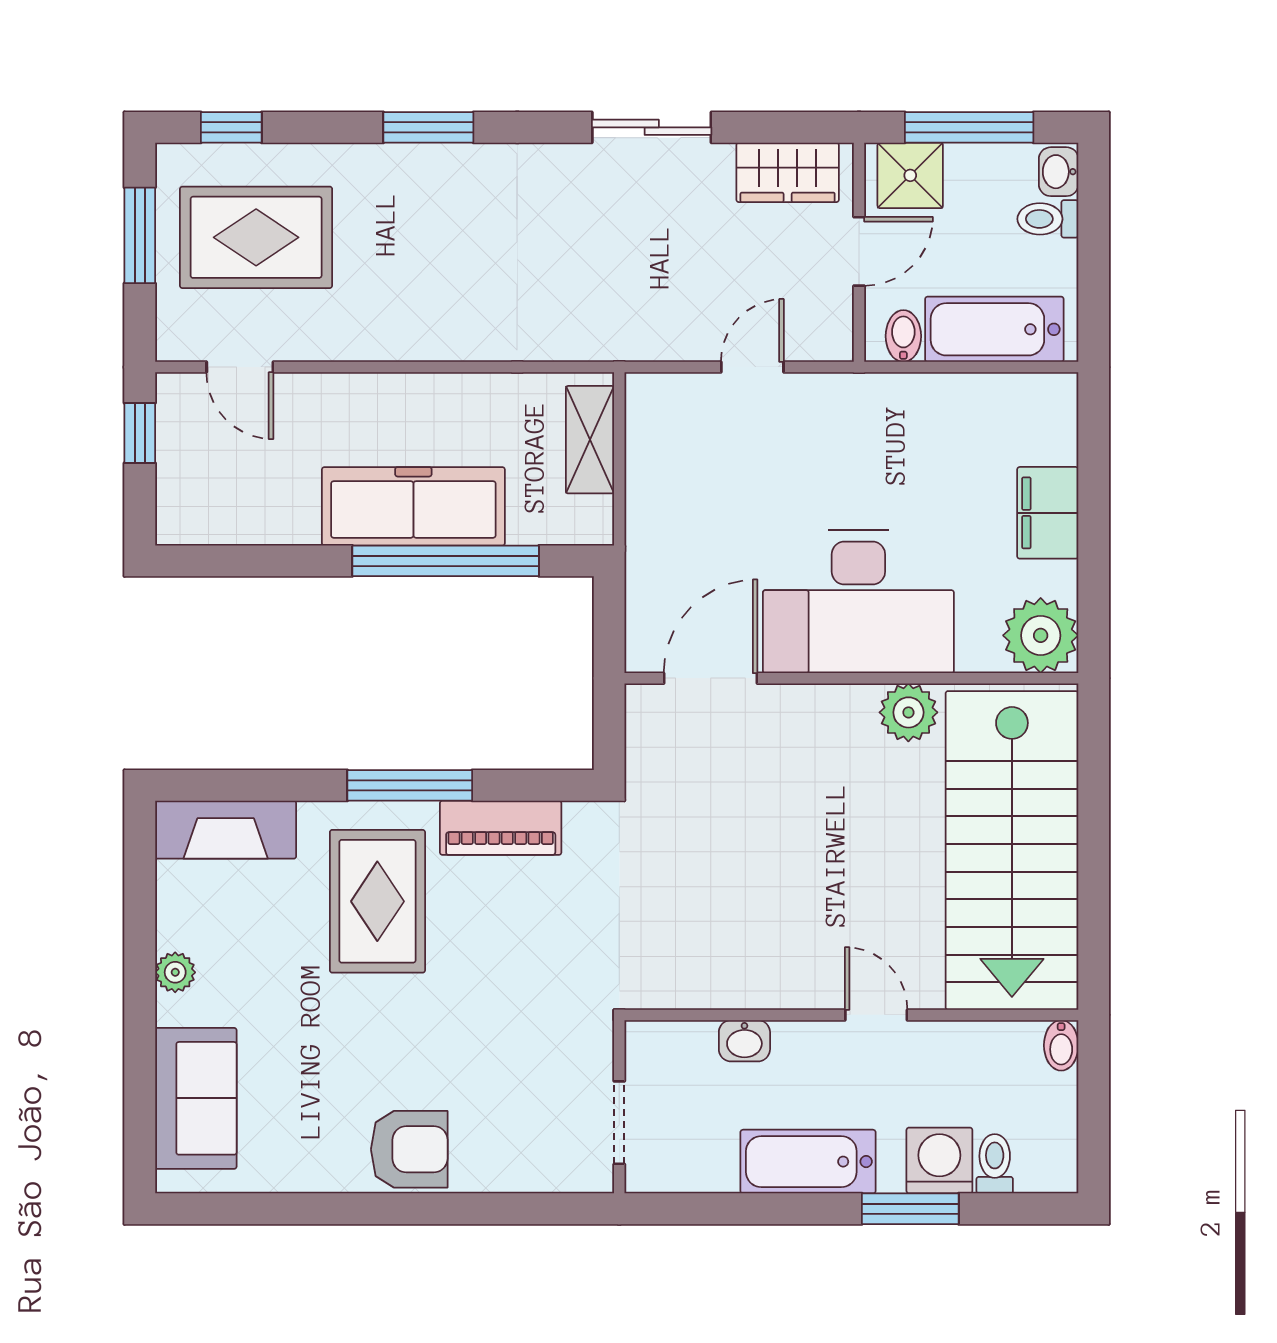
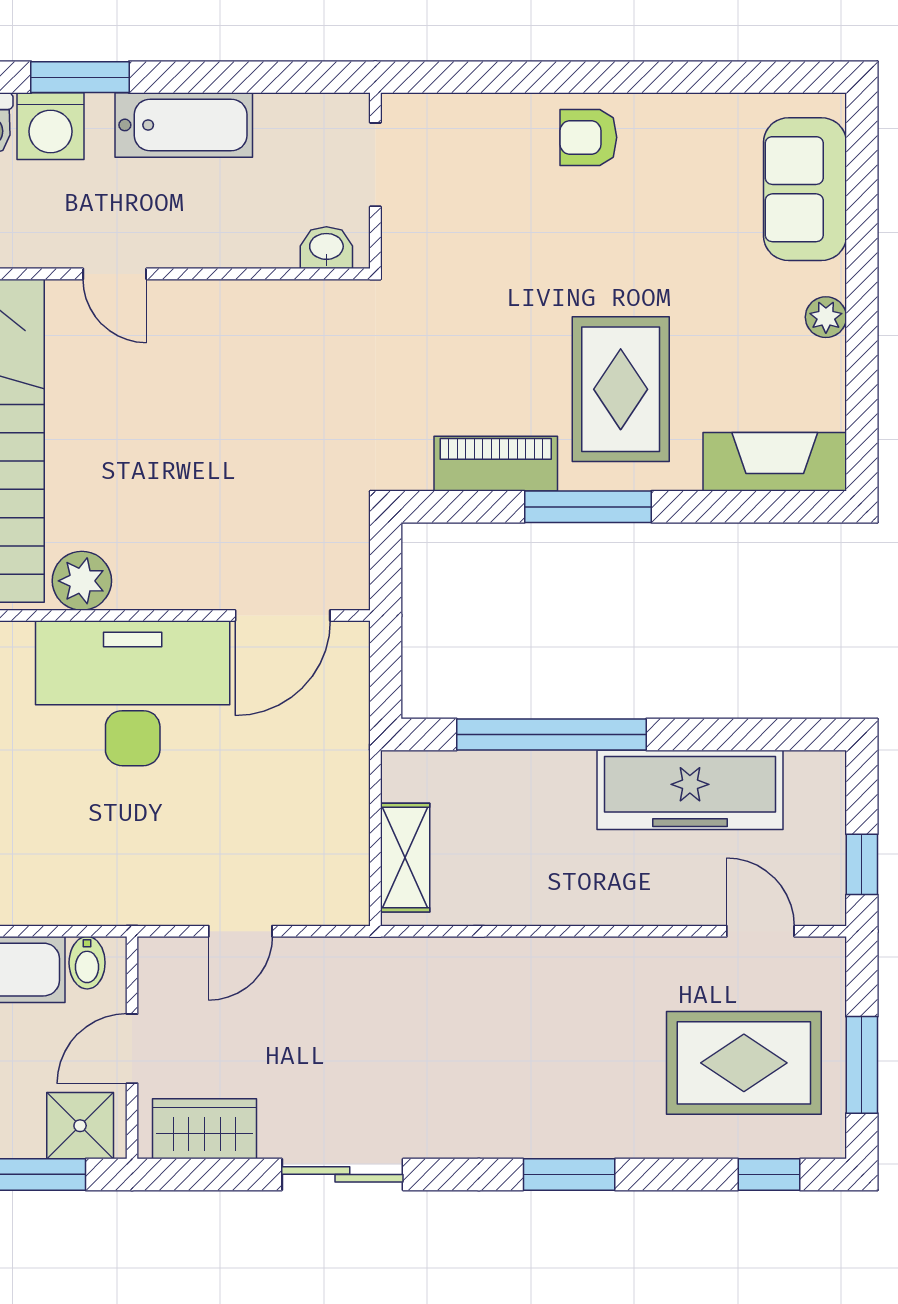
freezer: (413, 506) -> (690, 790), moved
washbasin: (744, 1041) -> (326, 248), moved
armchair: (409, 1149) -> (588, 137), width x0.72, depth x0.72

